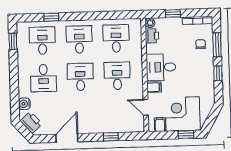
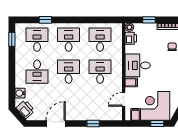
door: (146, 107) -> (124, 99), hinge flipped

